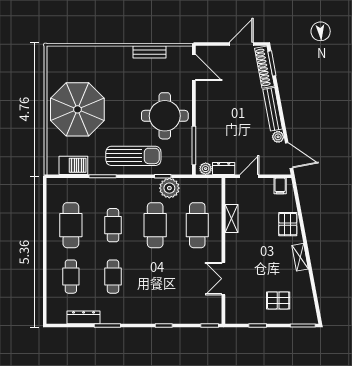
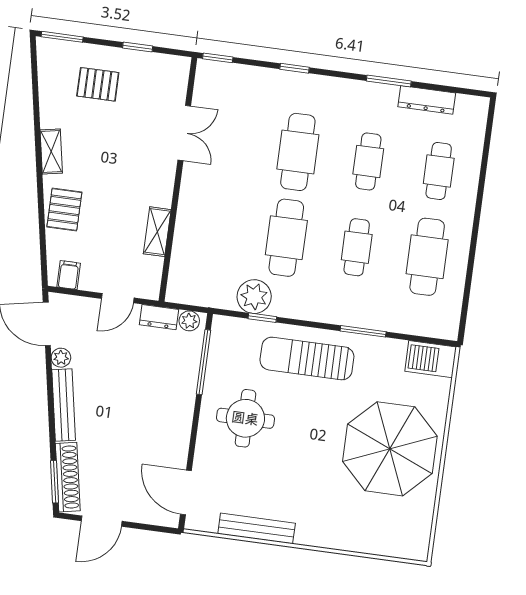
bench: (150, 52) -> (257, 528), width x1.36
round table: (165, 116) -> (245, 418), width x0.73, depth x0.73
barbecue: (73, 165) -> (431, 359), moved
cafe table: (197, 225) -> (298, 152), moved

